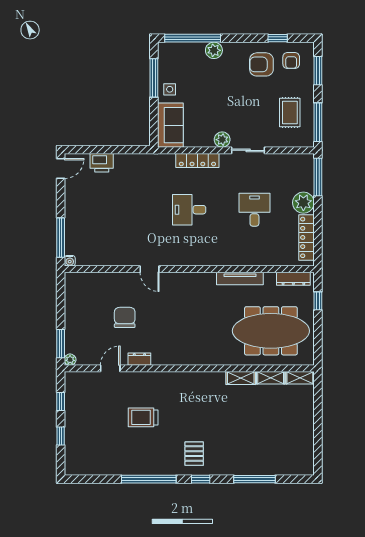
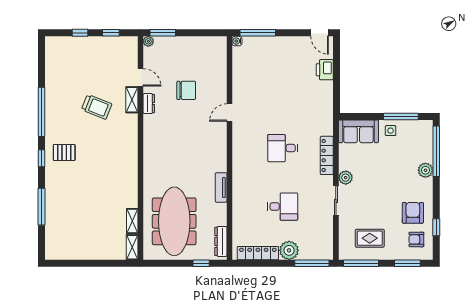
desk: (189, 210) -> (283, 148), turned -90
tv unit: (240, 278) -> (221, 187), width x0.71
shelving: (241, 378) -> (132, 100), moved
trolley: (143, 417) -> (97, 107), turned 112

